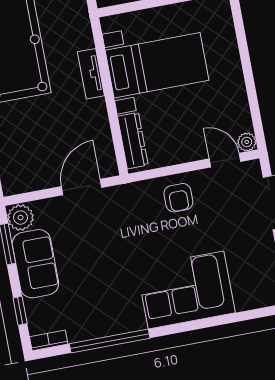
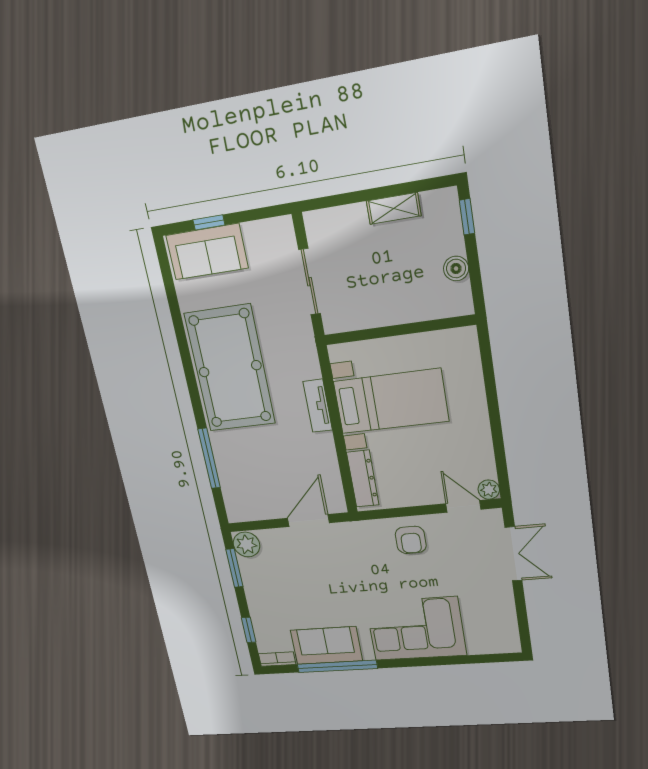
sofa: (35, 264) -> (326, 646), moved, turned -90

